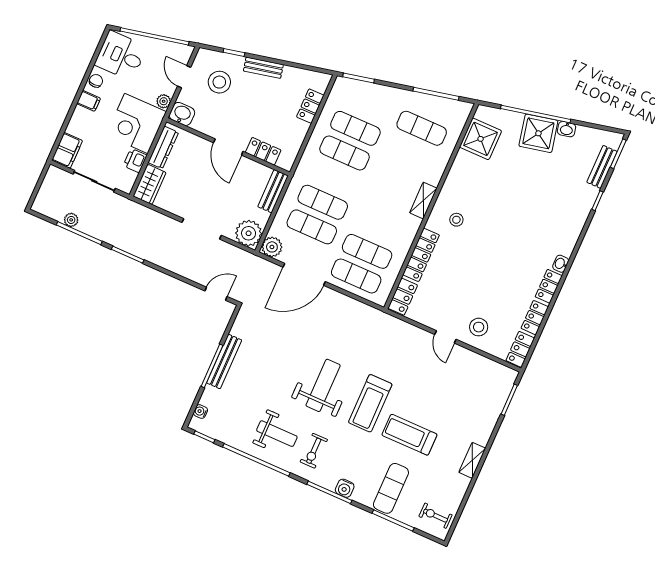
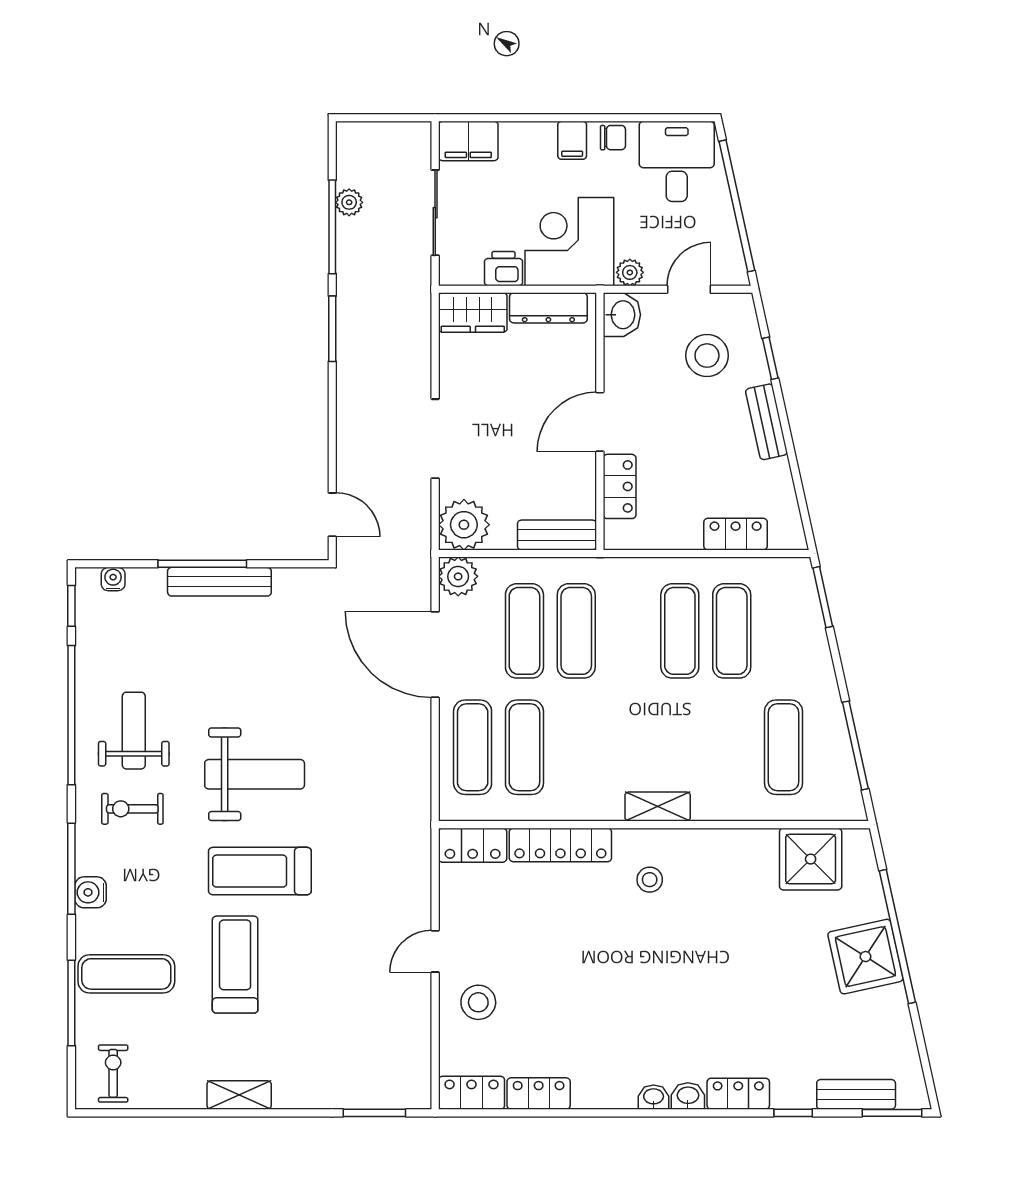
washbasin: (566, 129) -> (688, 1096), moved, turned 102
locker: (549, 286) -> (738, 1094), moved
weight bench: (277, 434) -> (134, 731), turned 180

